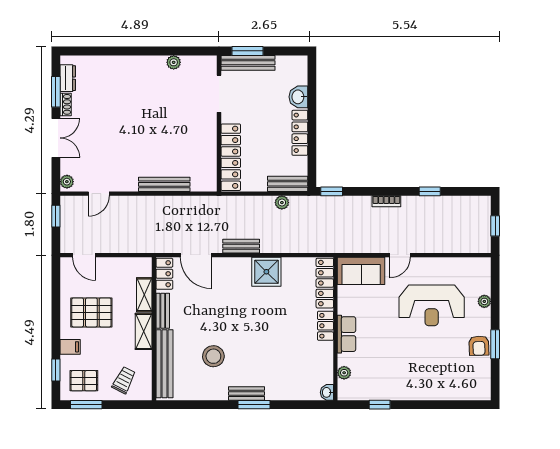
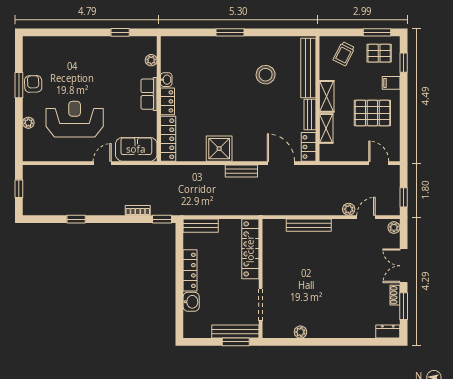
dresser: (68, 78) -> (388, 332), moved, turned 90
bookcase: (386, 201) -> (138, 210), moved
plant: (282, 203) -> (349, 209), moved
washbasin: (327, 392) -> (166, 80), moved
bench: (247, 393) -> (237, 42), removed

